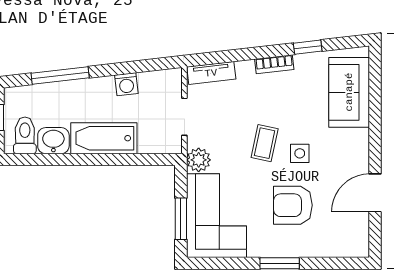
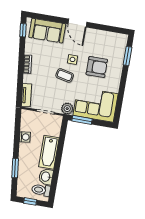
window: (308, 47) -> (23, 30), moved
window: (60, 75) -> (15, 168), width x0.69
door: (375, 193) -> (77, 23), moved
armchair: (293, 205) -> (97, 67), turned -90
window: (181, 219) -> (82, 120), moved
window: (280, 263) -> (127, 56), moved

